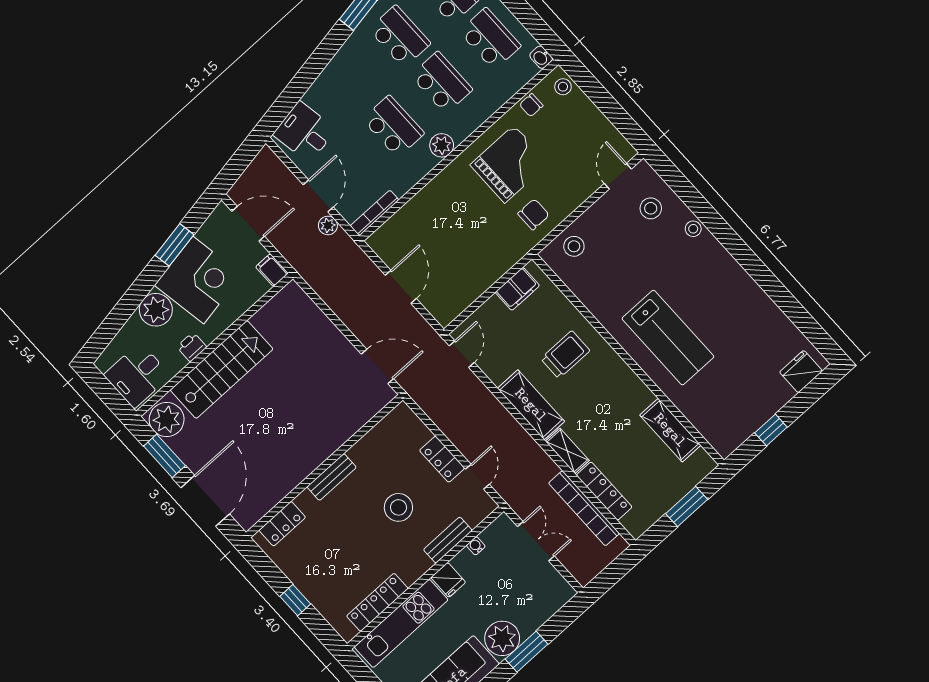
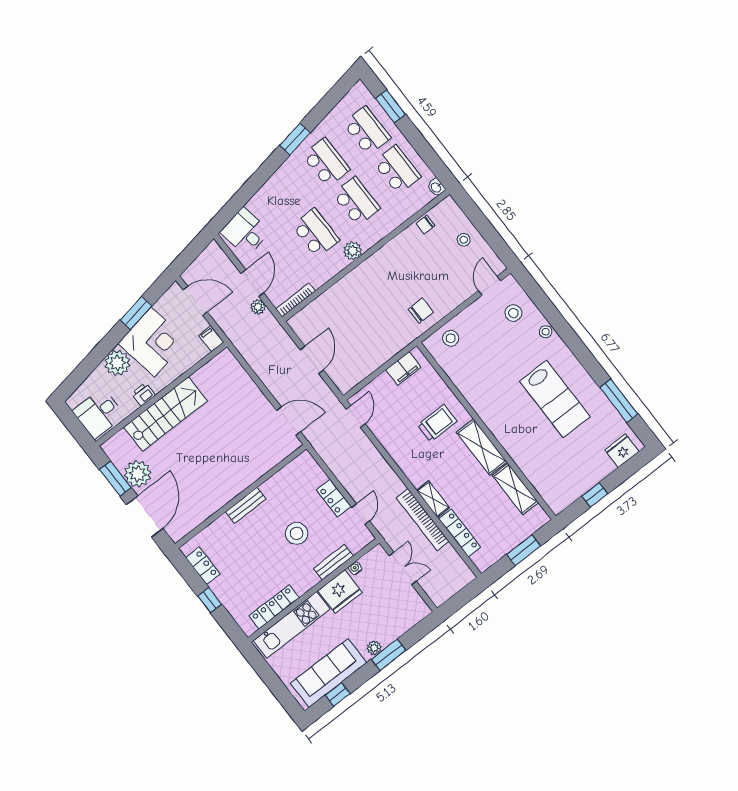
stool: (563, 87) -> (464, 240), moved
grand piano: (509, 164) -> (405, 270), removed
window: (792, 309) -> (619, 401), added
lab bench: (668, 338) -> (555, 399), moved
shelving: (531, 405) -> (482, 447), moved
plant: (167, 419) -> (138, 474), moved
bookcase: (584, 508) -> (423, 520), moved
locker: (282, 524) -> (203, 566), moved, turned -90
fridge: (448, 580) -> (340, 591), width x1.88, depth x1.34
plant: (502, 638) -> (374, 648), width x0.53, depth x0.53

